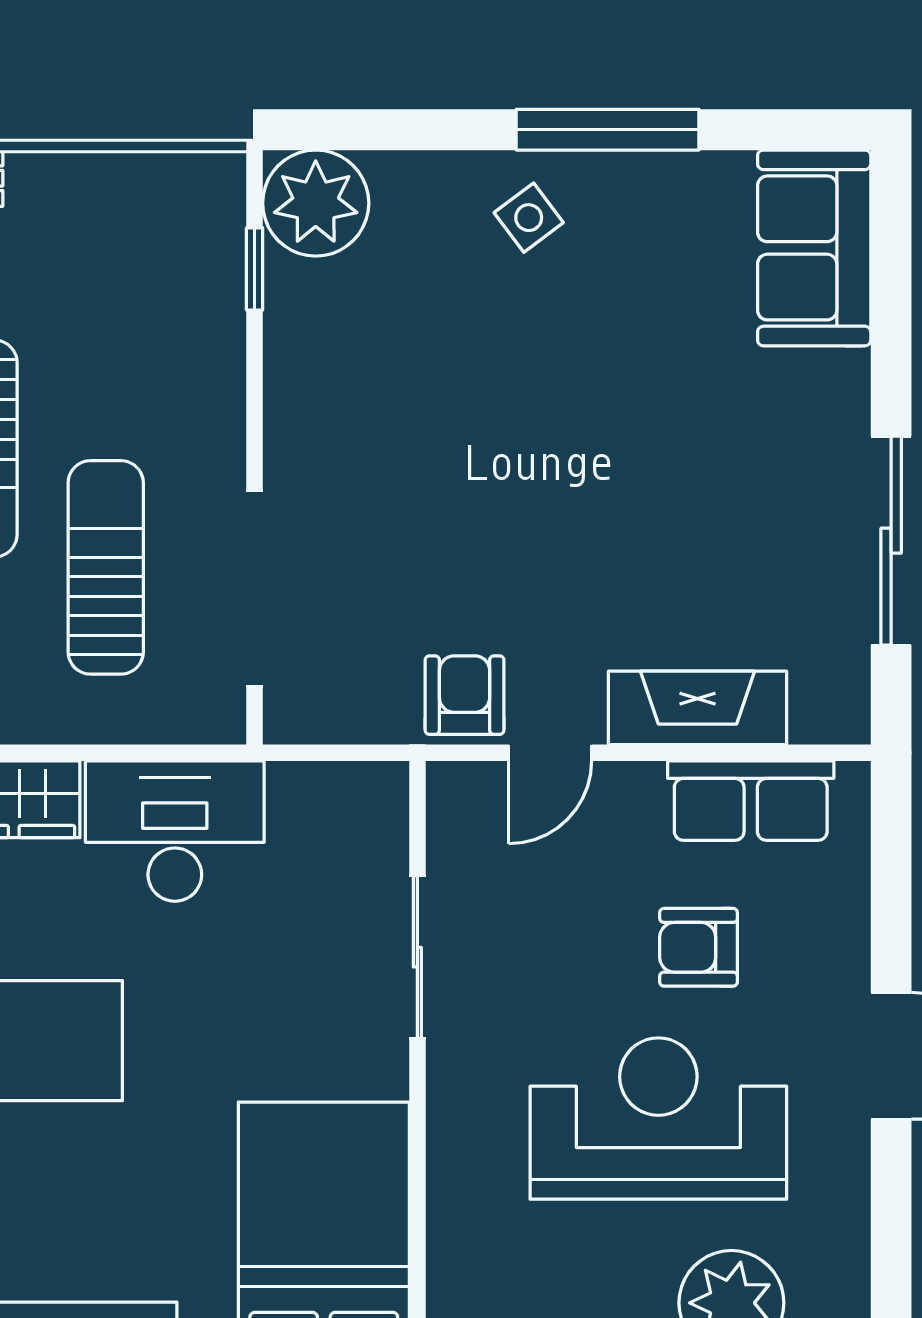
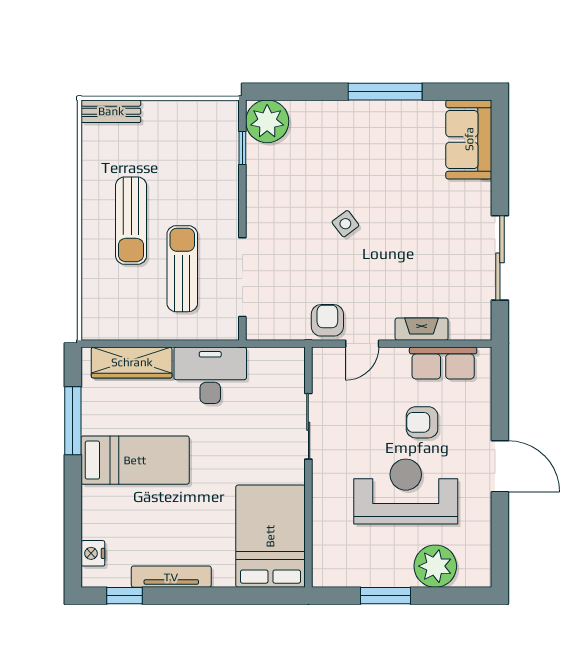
side table: (529, 218) -> (345, 224), moved
fireplace: (697, 708) -> (422, 329), width x0.73, depth x0.76

